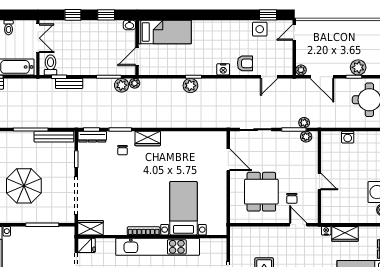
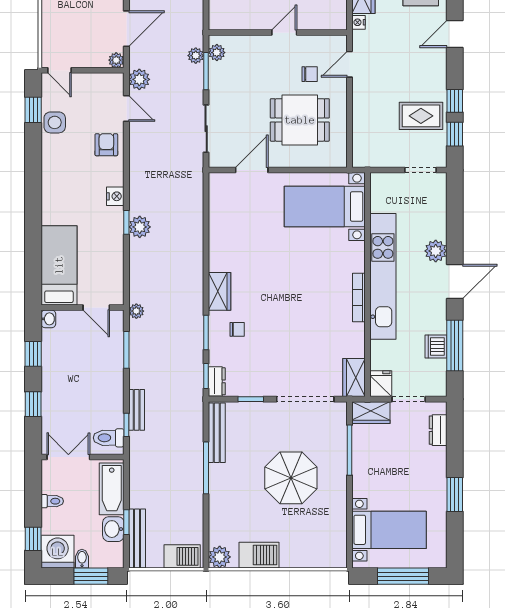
nightstand: (223, 69) -> (115, 196), moved
plant: (122, 85) -> (139, 79), moved
dresser: (92, 137) -> (217, 381), width x0.70
bed with nightstands: (183, 208) -> (325, 206), moved
wardrobe: (67, 239) -> (371, 413), added

